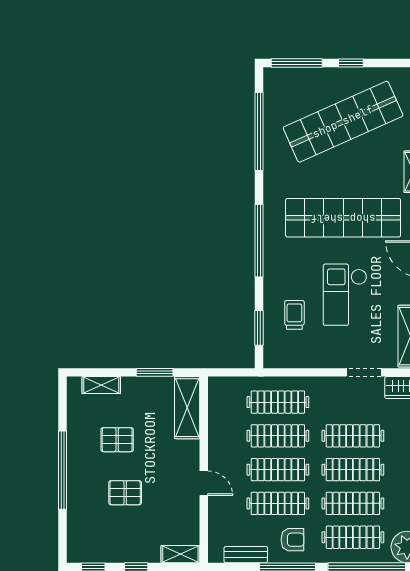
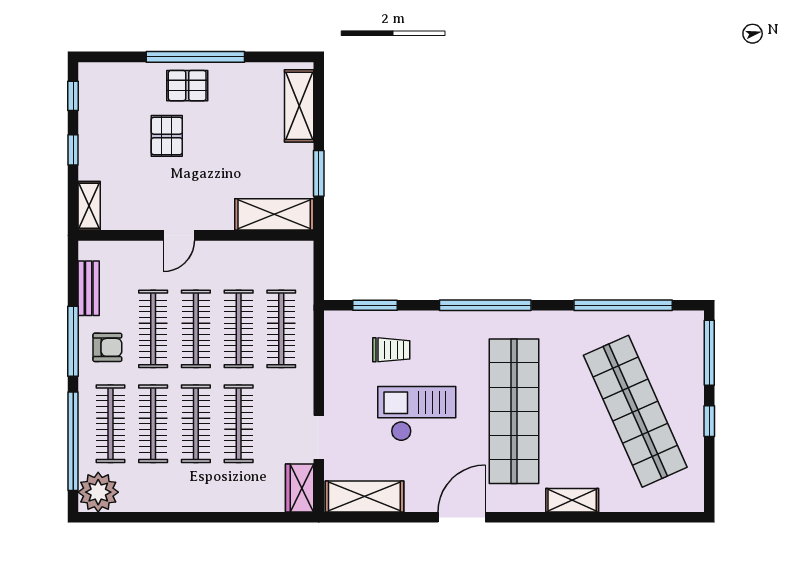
shelving: (101, 385) -> (299, 106), width x1.50, depth x1.33
pallet: (117, 440) -> (187, 86), moved, turned 90
armchair: (292, 540) -> (107, 347), turned -90

